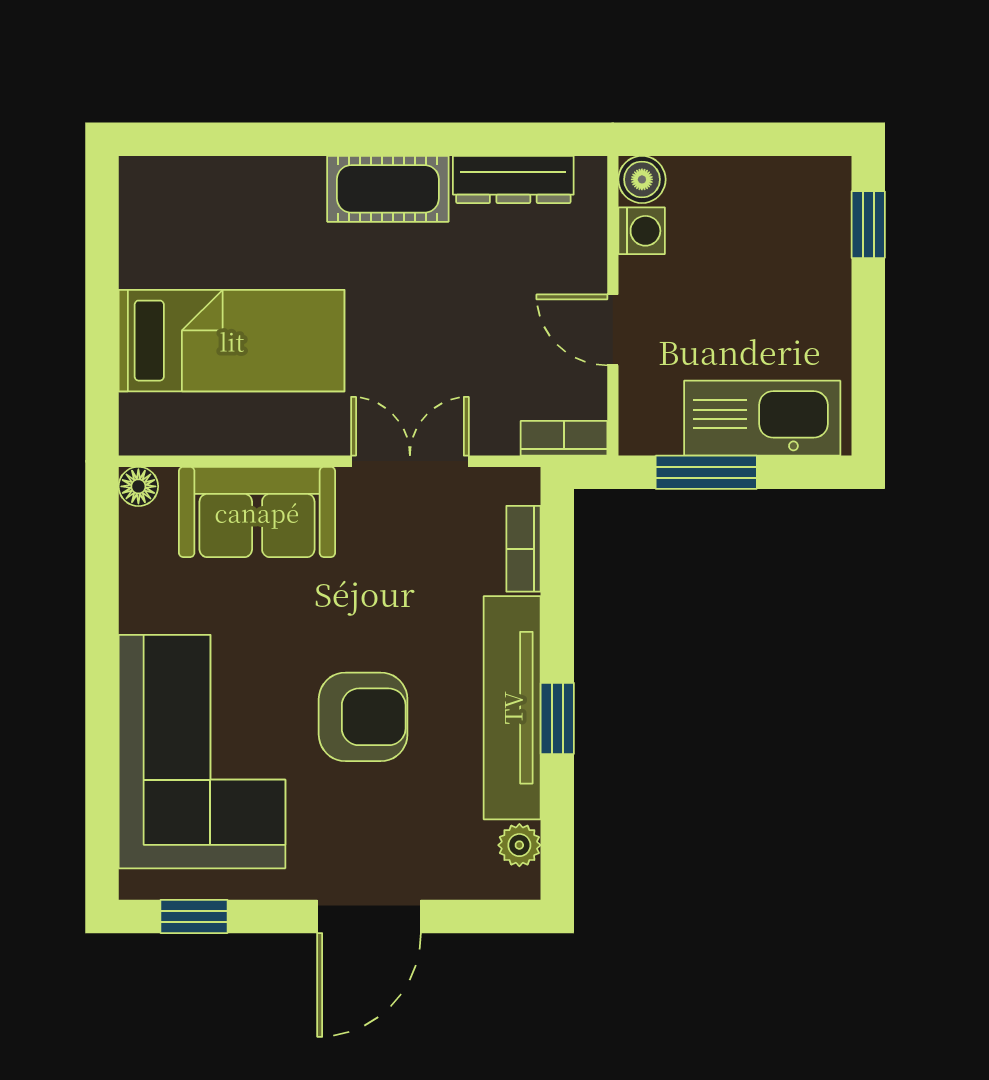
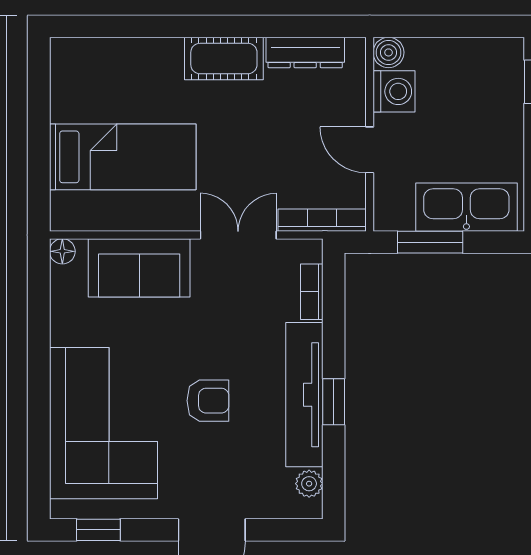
washing machine: (642, 231) -> (394, 91), width x1.38, depth x1.38
bookcase: (564, 438) -> (322, 220), width x1.56
armchair: (363, 717) -> (208, 401), width x0.72, depth x0.72

